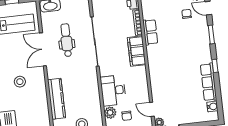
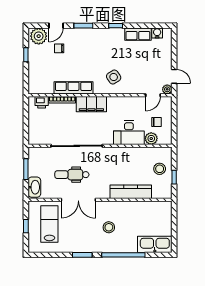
row of seats: (150, 32) -> (74, 88), width x1.48
side table: (165, 70) -> (114, 77), added
row of seats: (209, 82) -> (138, 34), width x0.68

